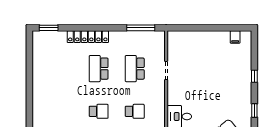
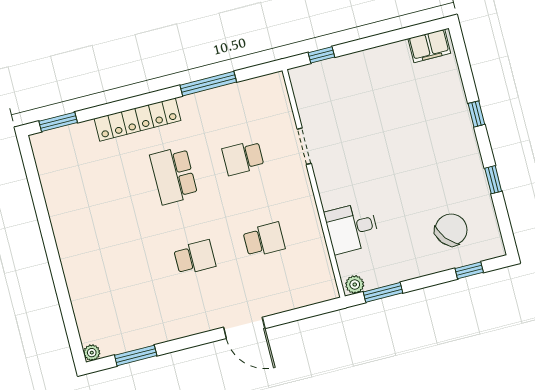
window: (141, 28) -> (208, 84), moved
window: (186, 28) -> (321, 55), added
filing cabinet: (235, 37) -> (429, 46), width x2.00
school desk: (135, 69) -> (243, 158), width x0.54

